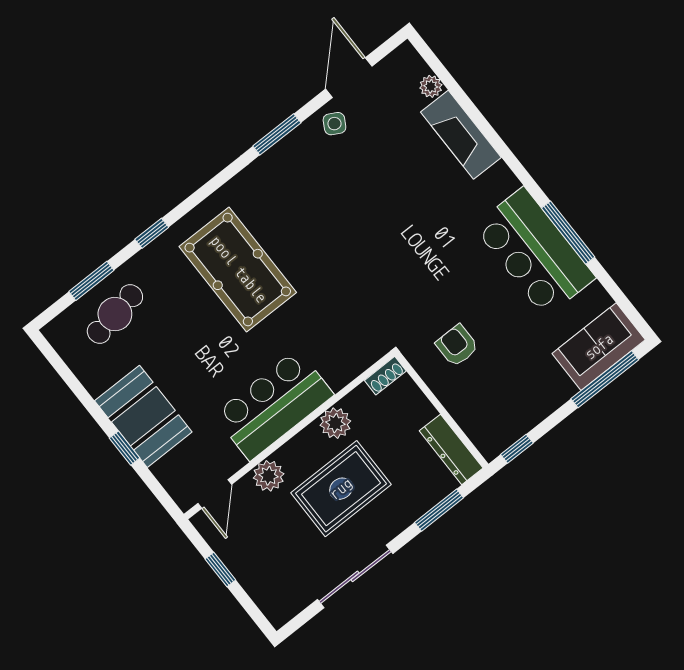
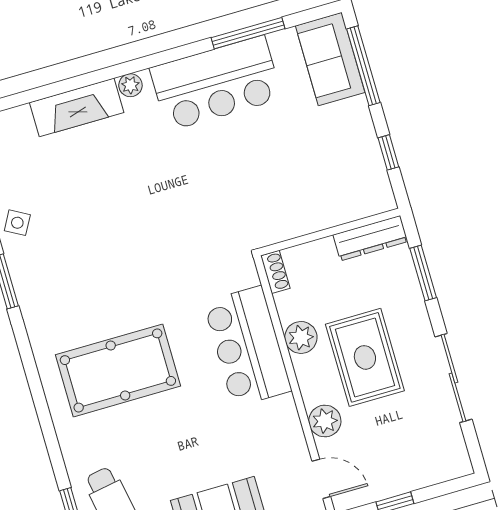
plant: (431, 86) -> (130, 85), moved
window: (152, 233) -> (50, 438), removed
window: (568, 233) -> (248, 33), moved
armchair: (457, 346) -> (274, 192), removed
bar counter: (274, 405) -> (247, 346), moved
window: (517, 449) -> (388, 152), moved

